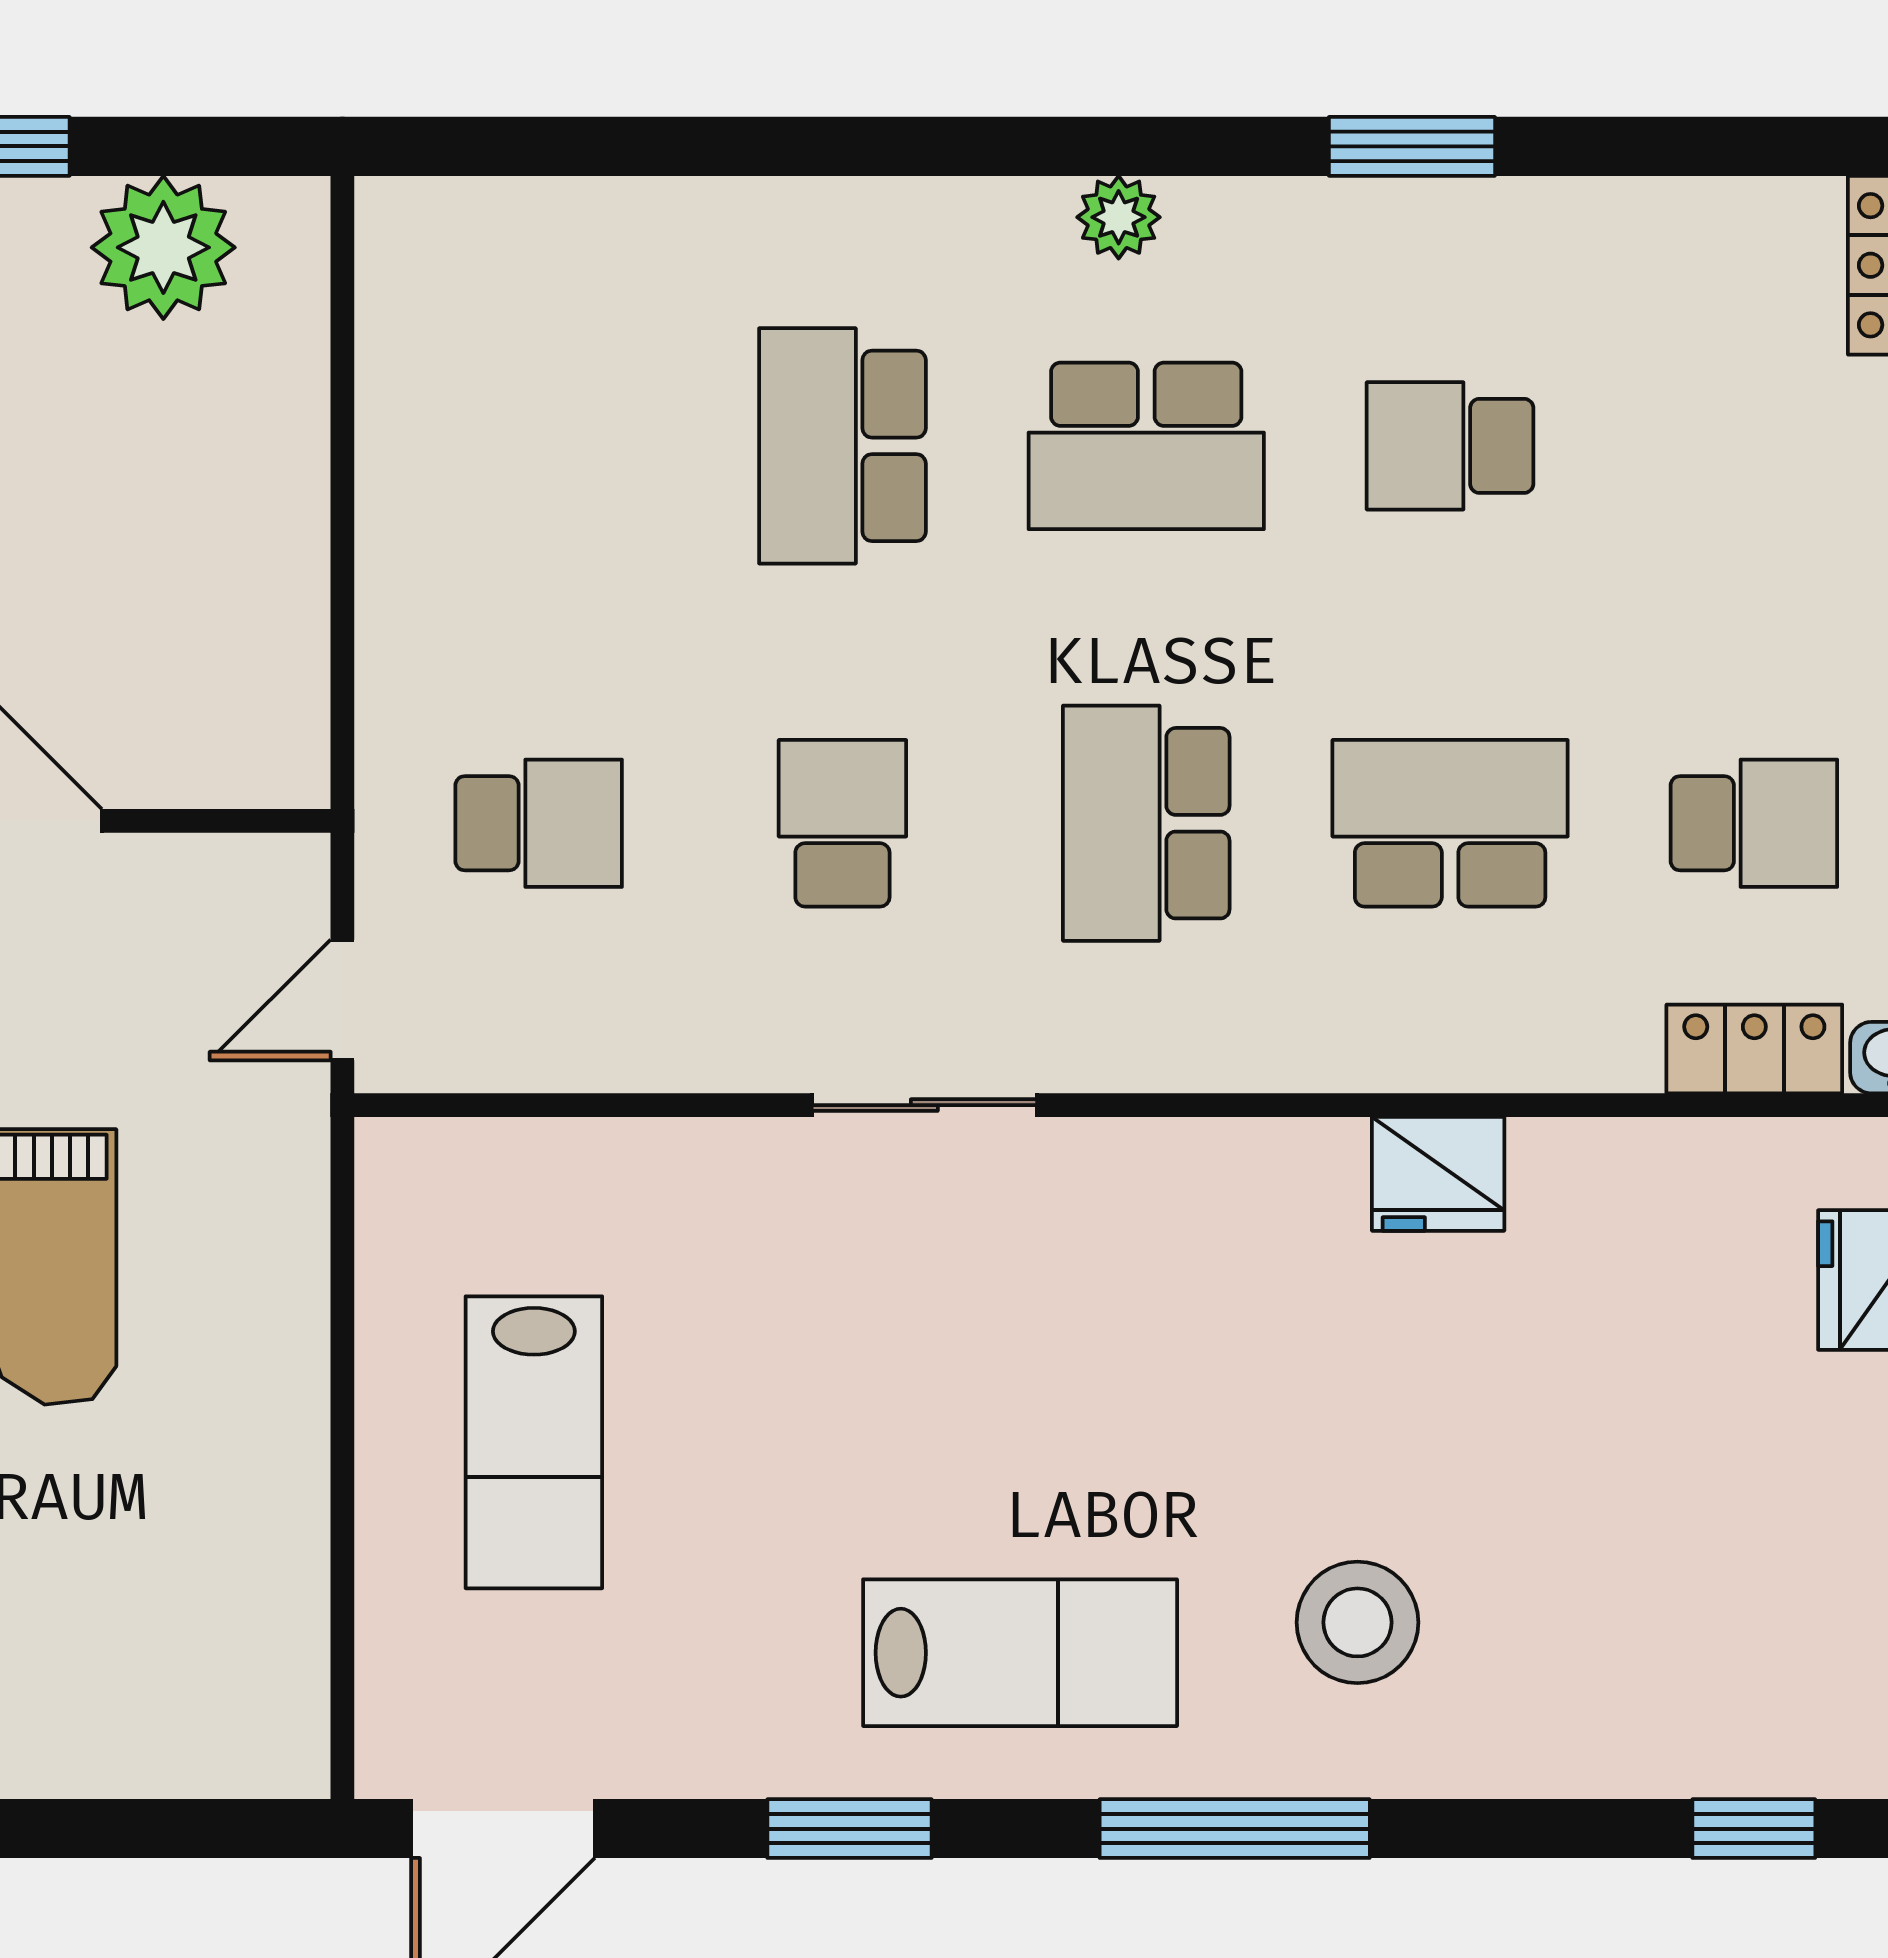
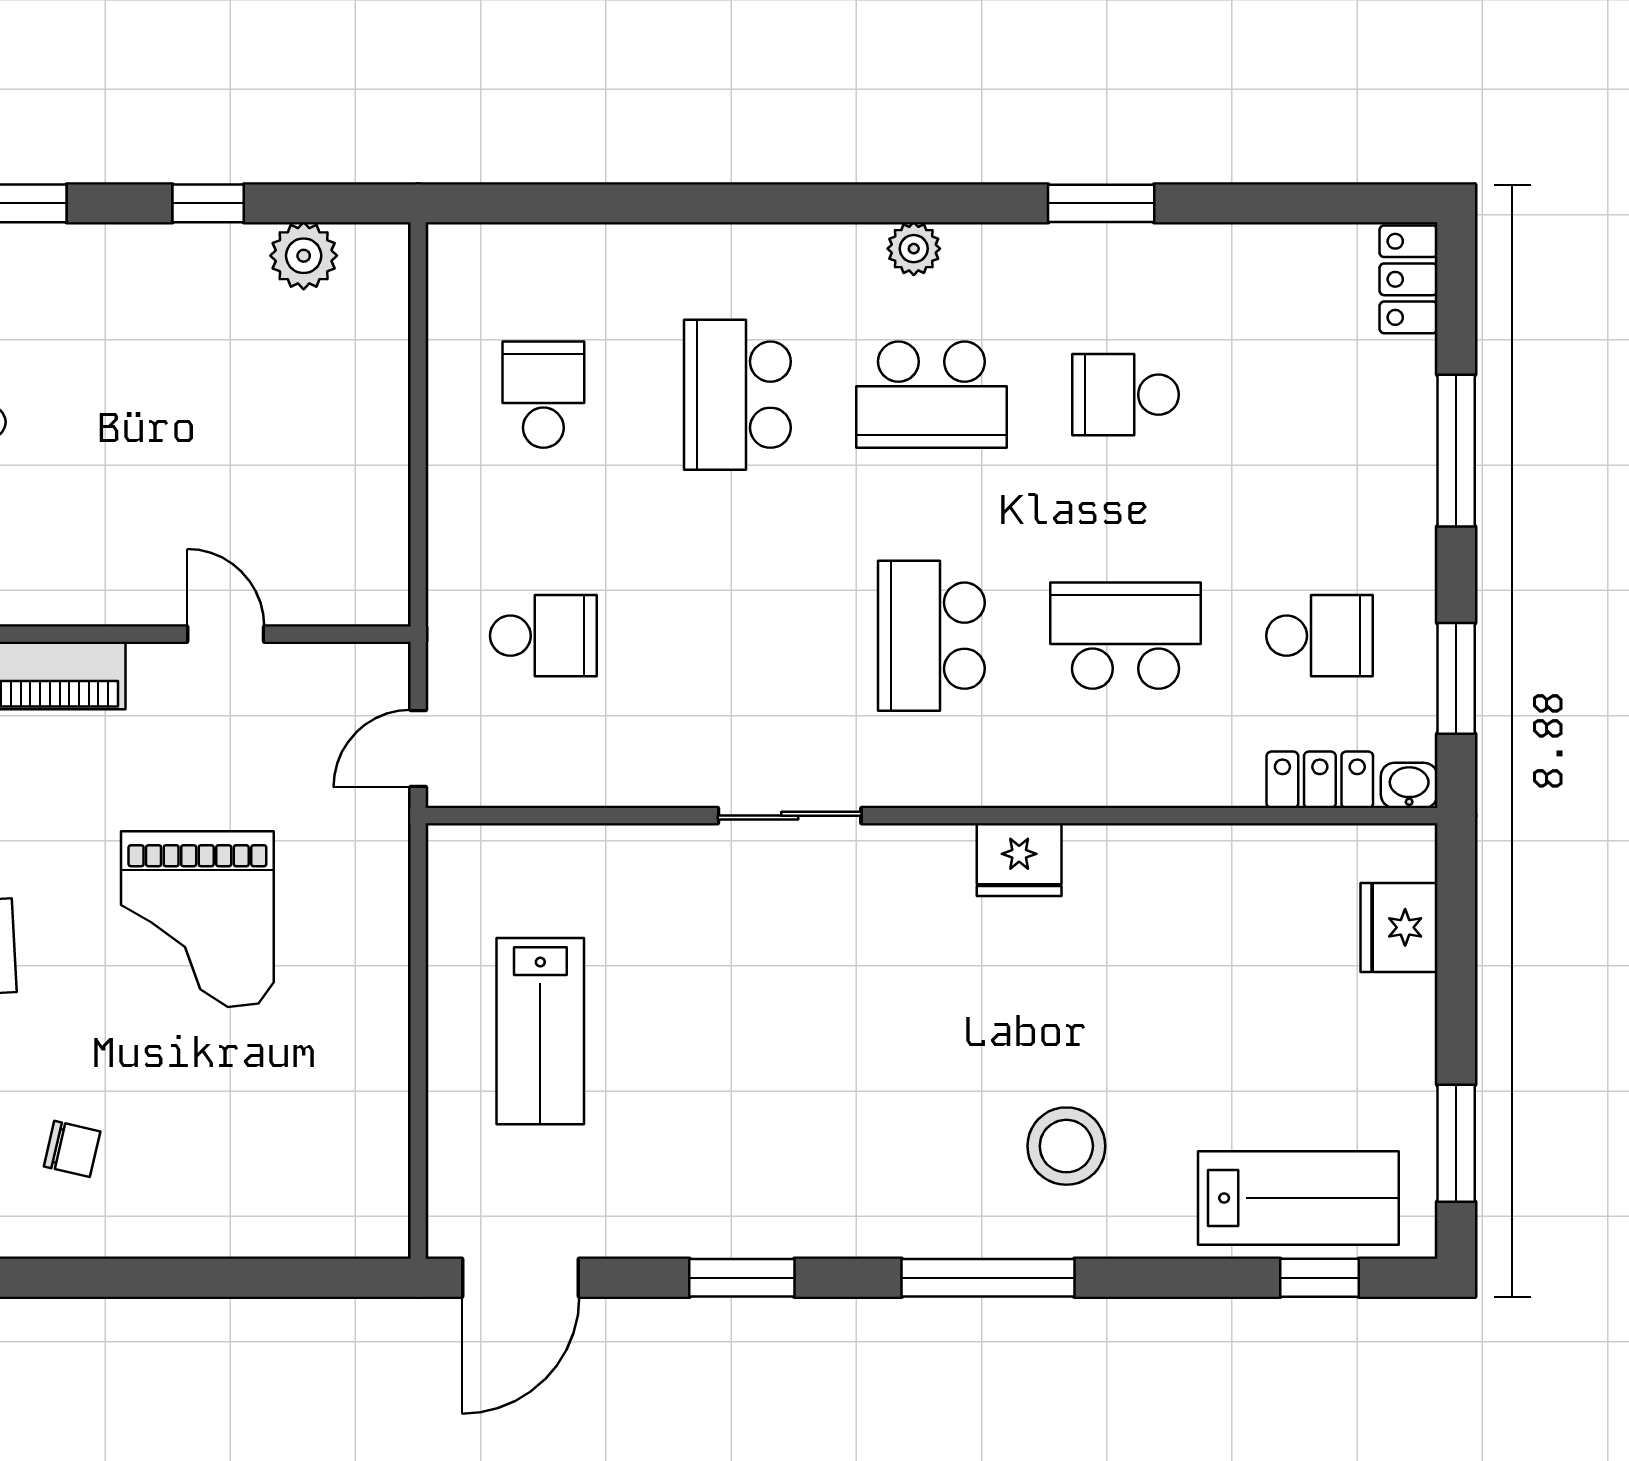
plant: (163, 247) -> (304, 256), width x0.73, depth x0.73
school desk: (842, 823) -> (543, 395), moved
fridge: (1438, 1174) -> (1019, 860), moved
lab bench: (1020, 1653) -> (1298, 1198), moved

